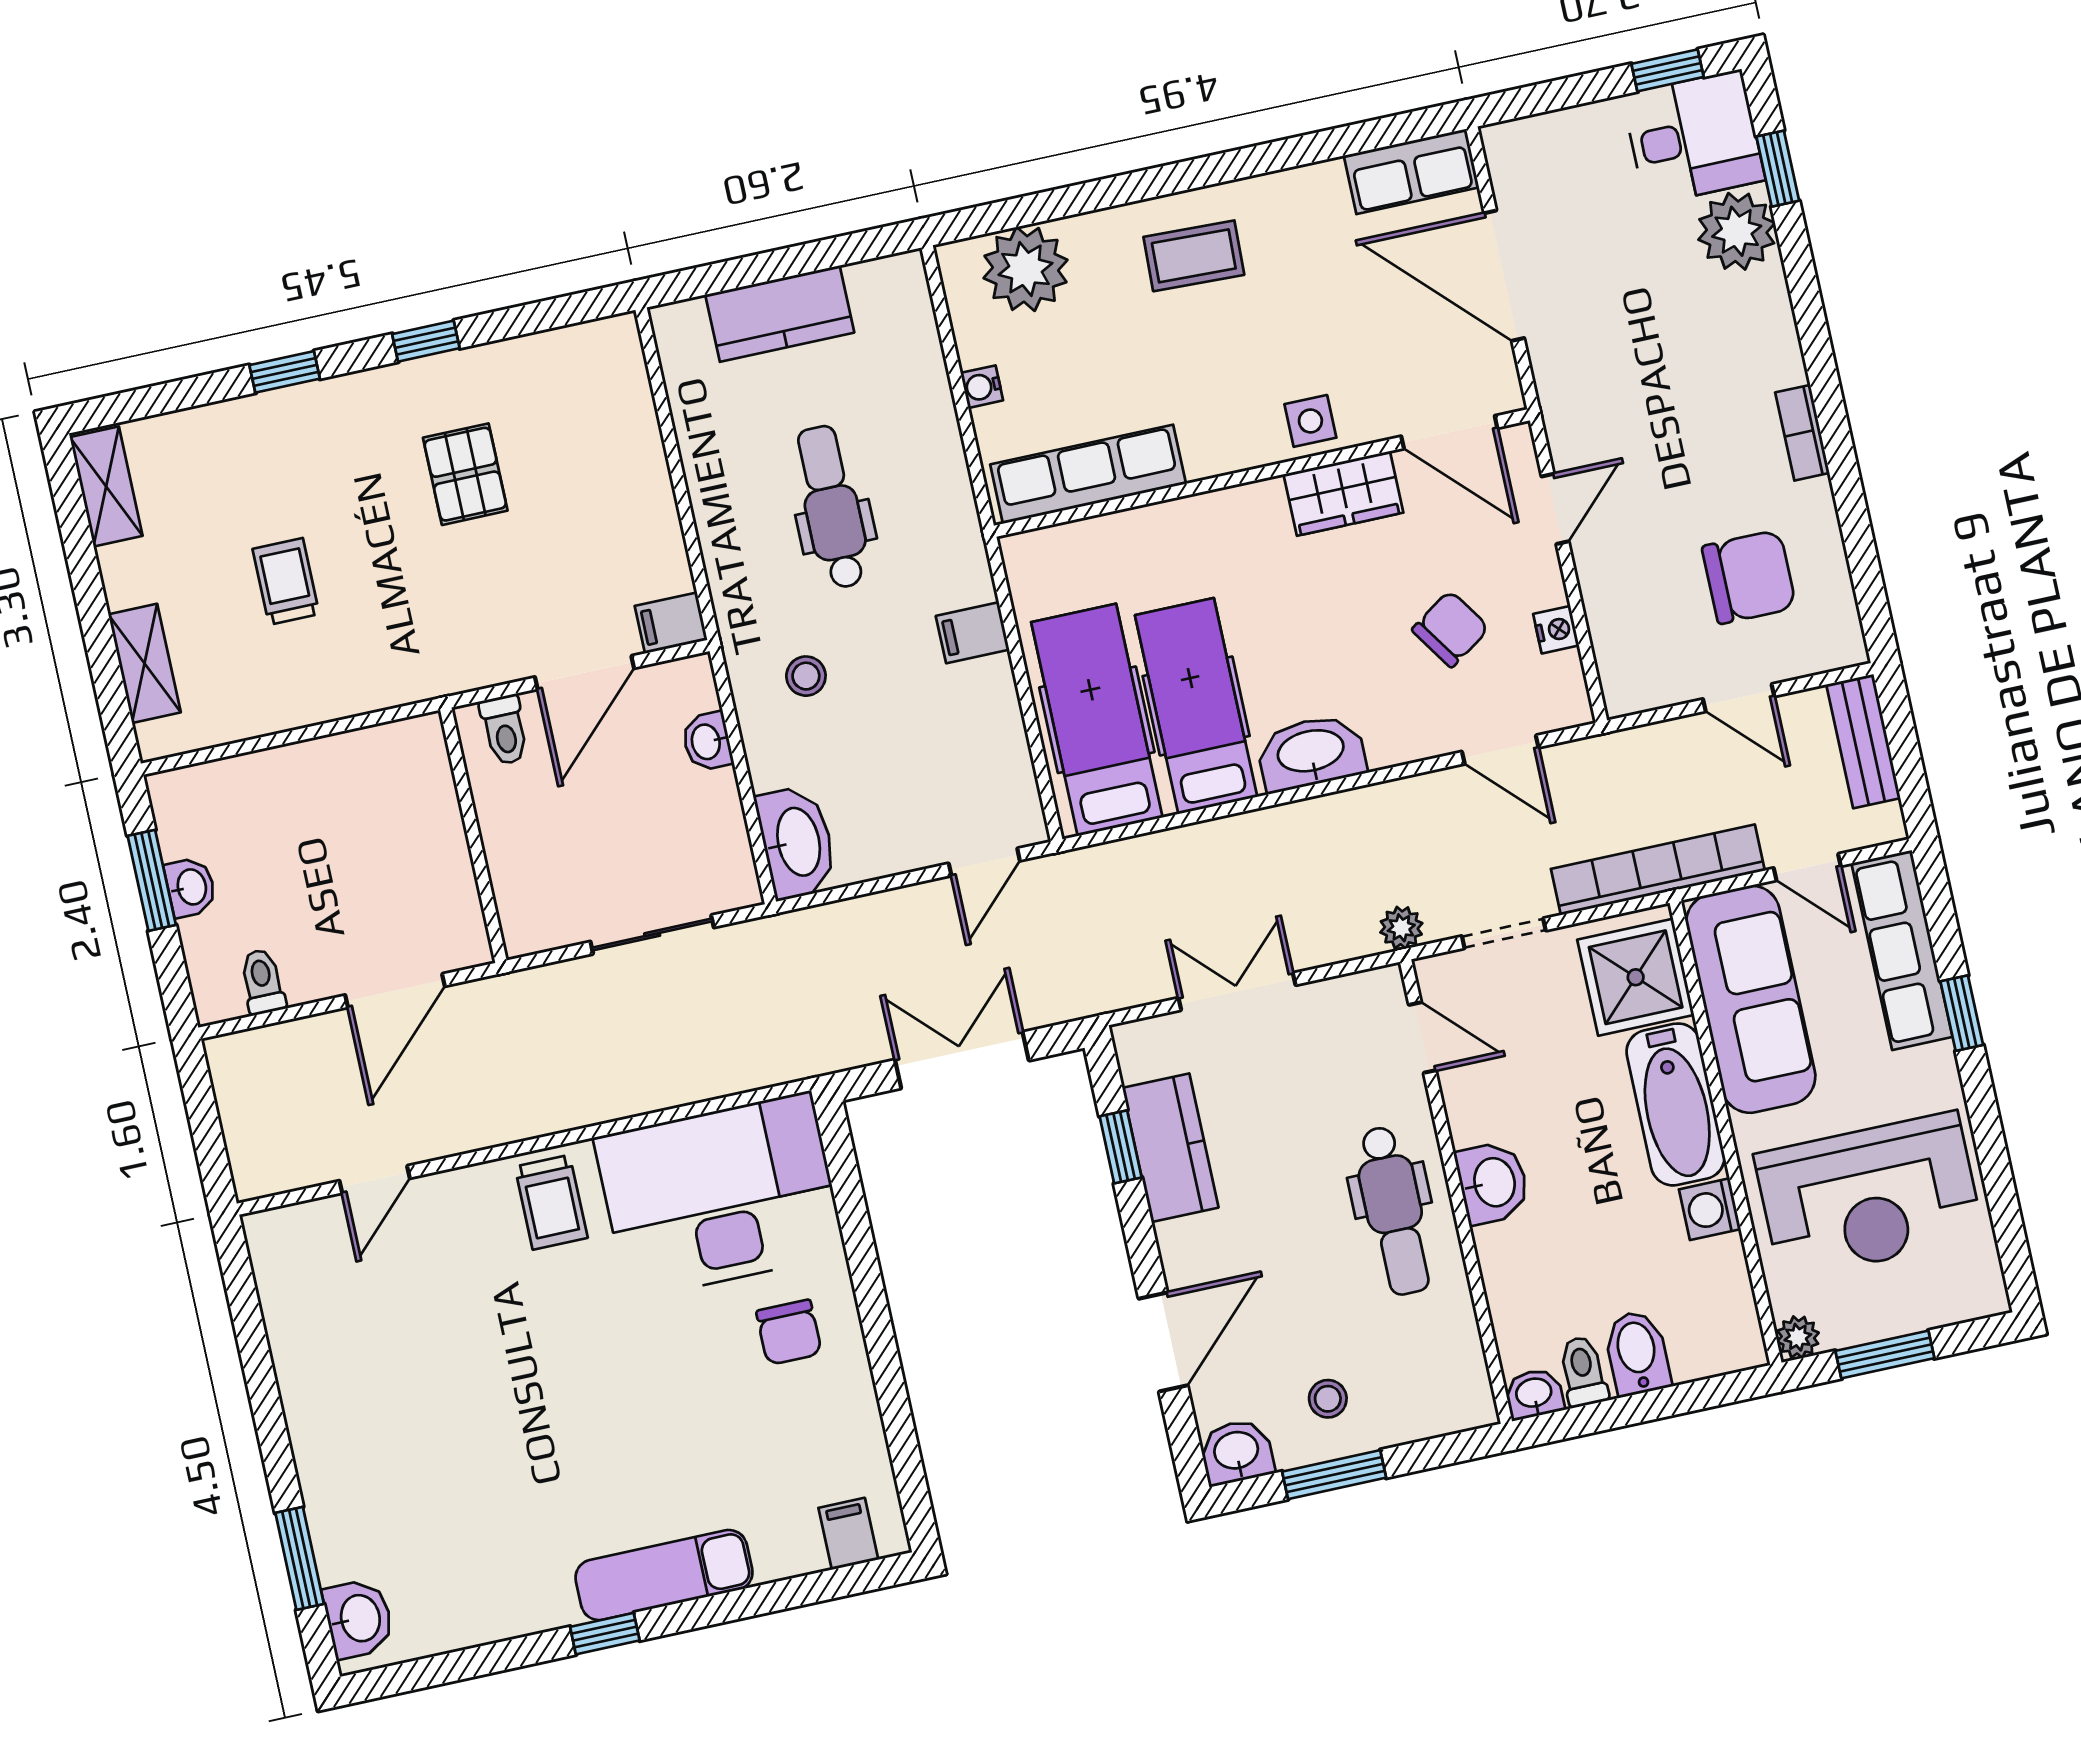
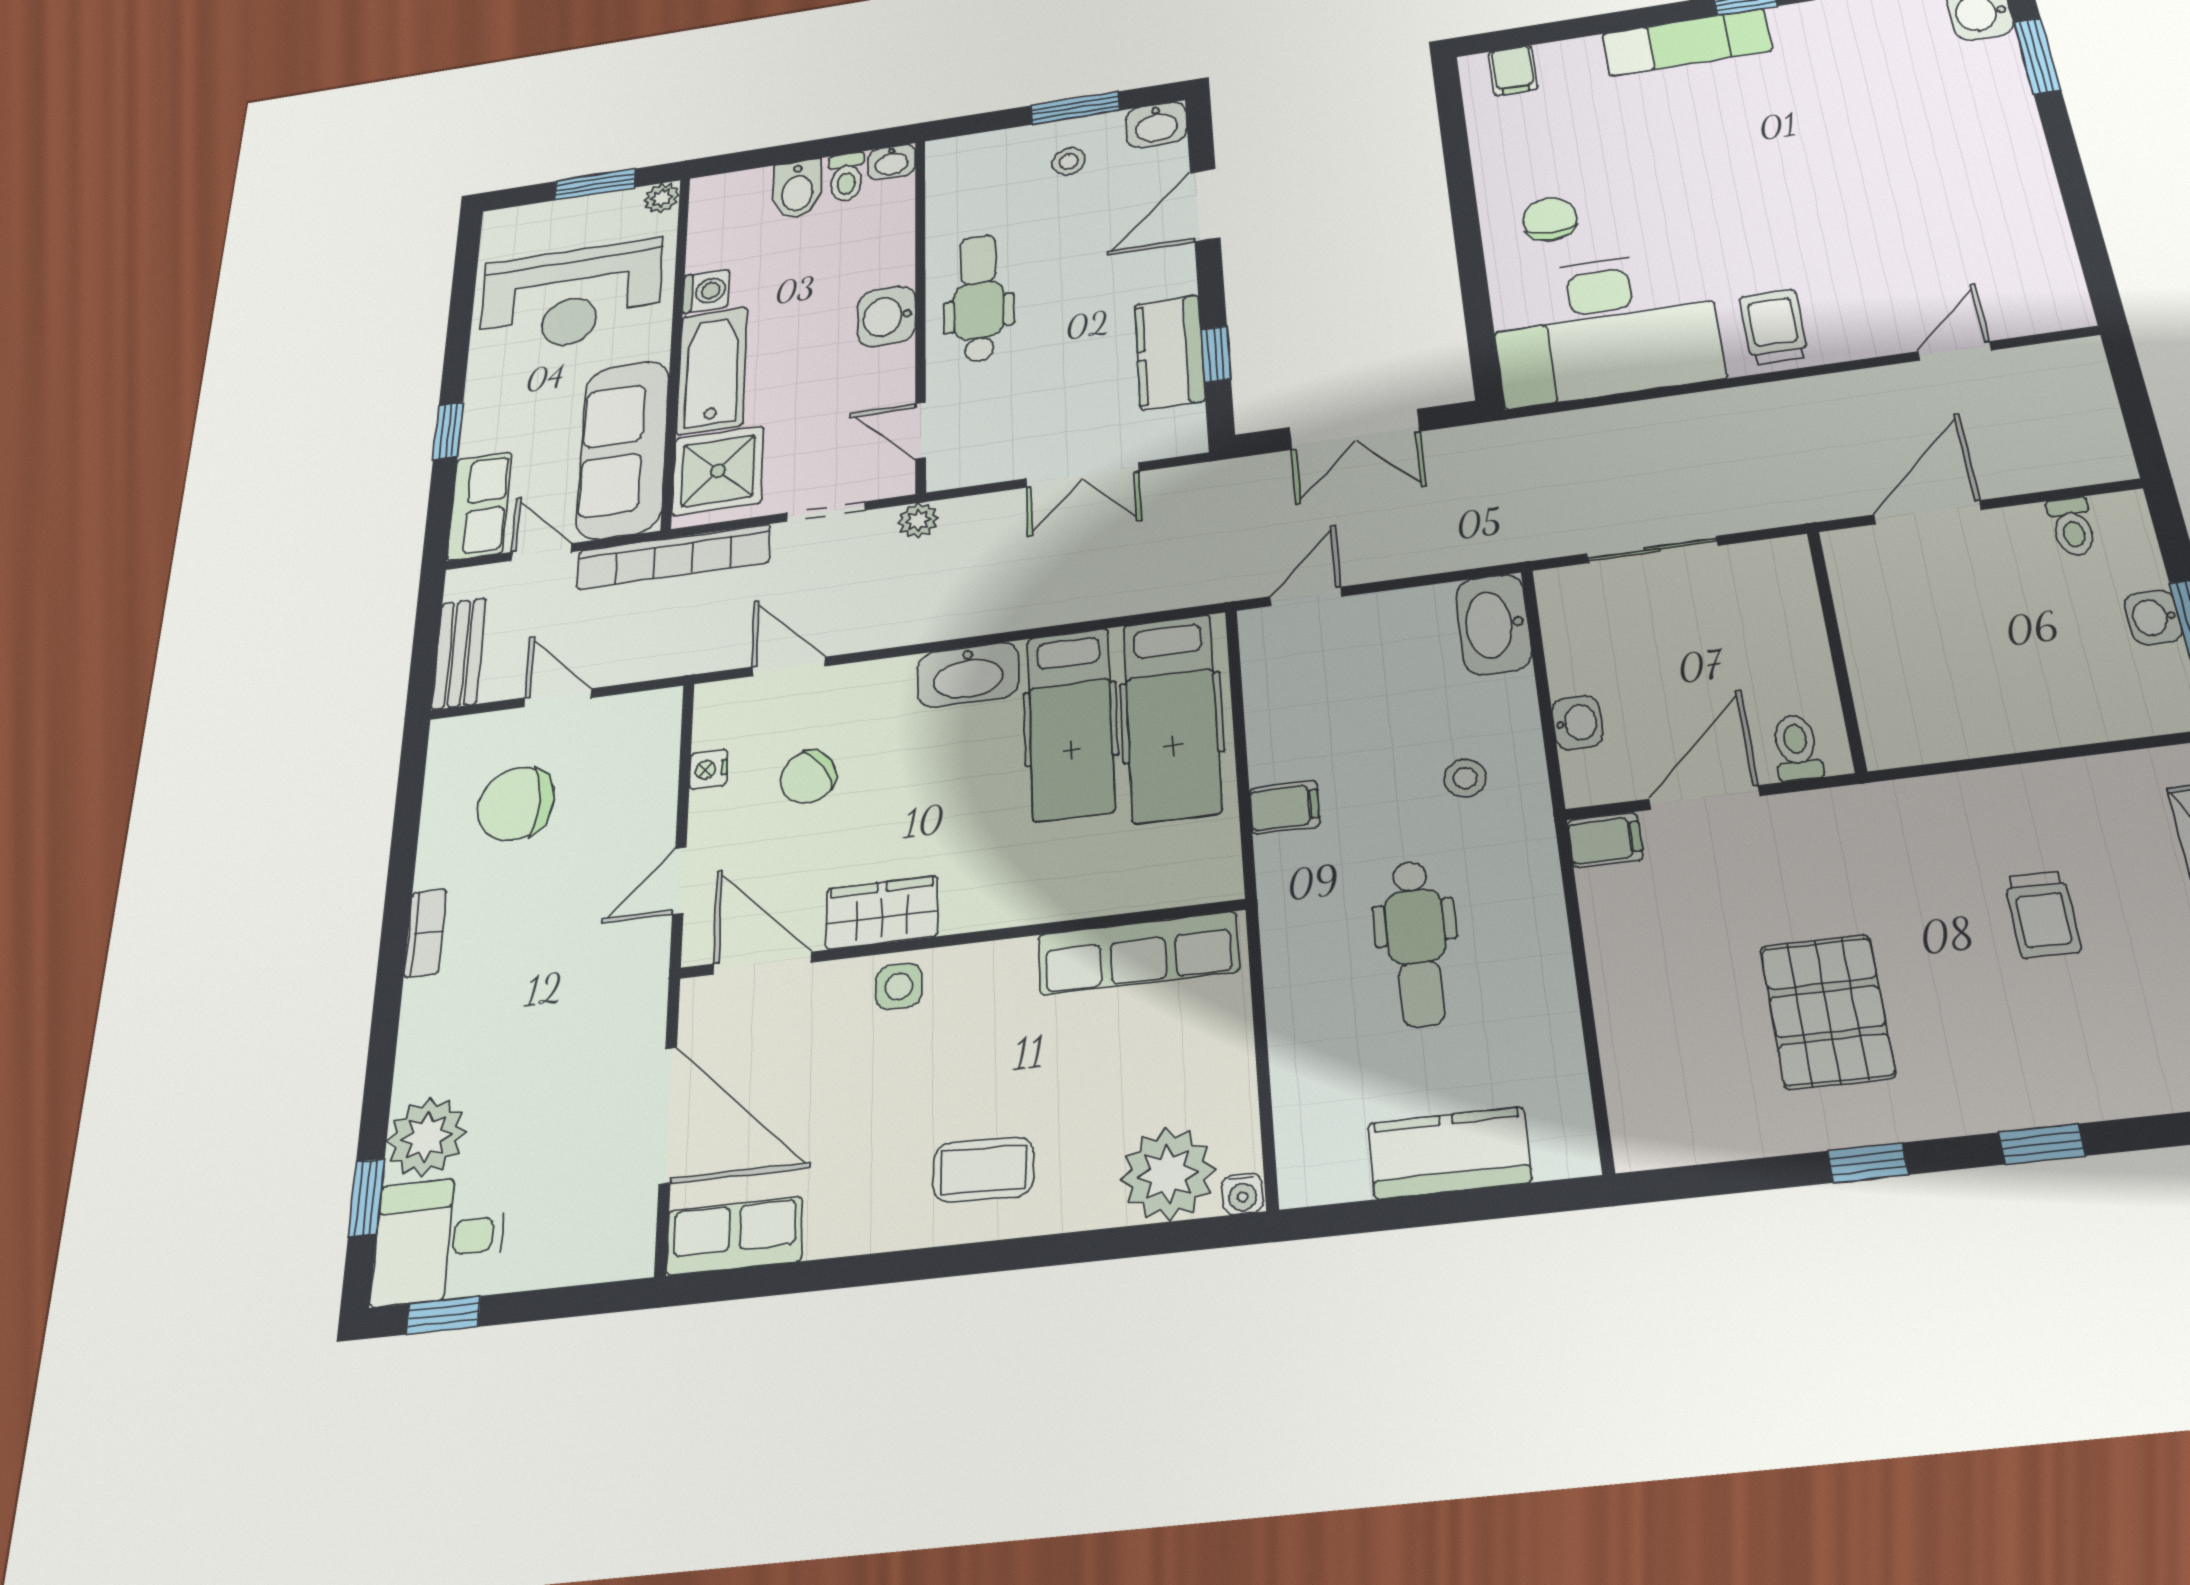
water cooler: (982, 387) -> (1242, 1194), moved, turned 90
pallet: (465, 474) -> (1827, 1011), width x1.50, depth x1.42
row of seats: (1902, 950) -> (479, 506), width x0.68
reception desk: (1869, 1196) -> (571, 297), turned 180

